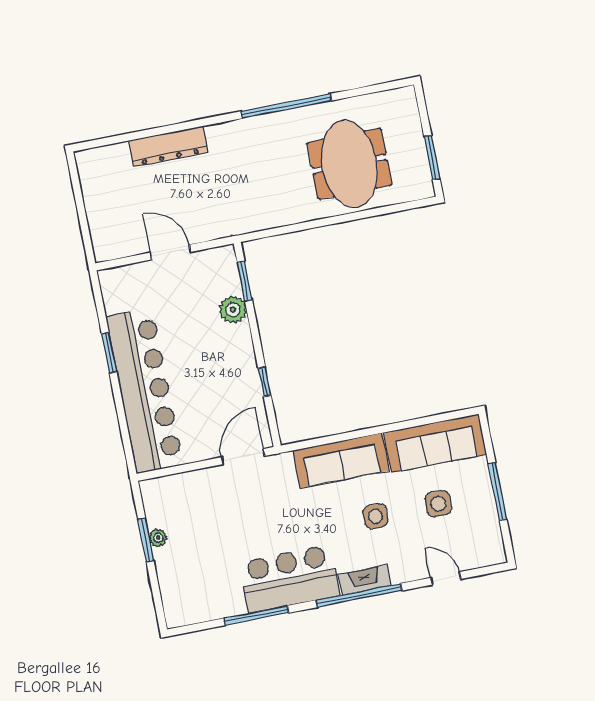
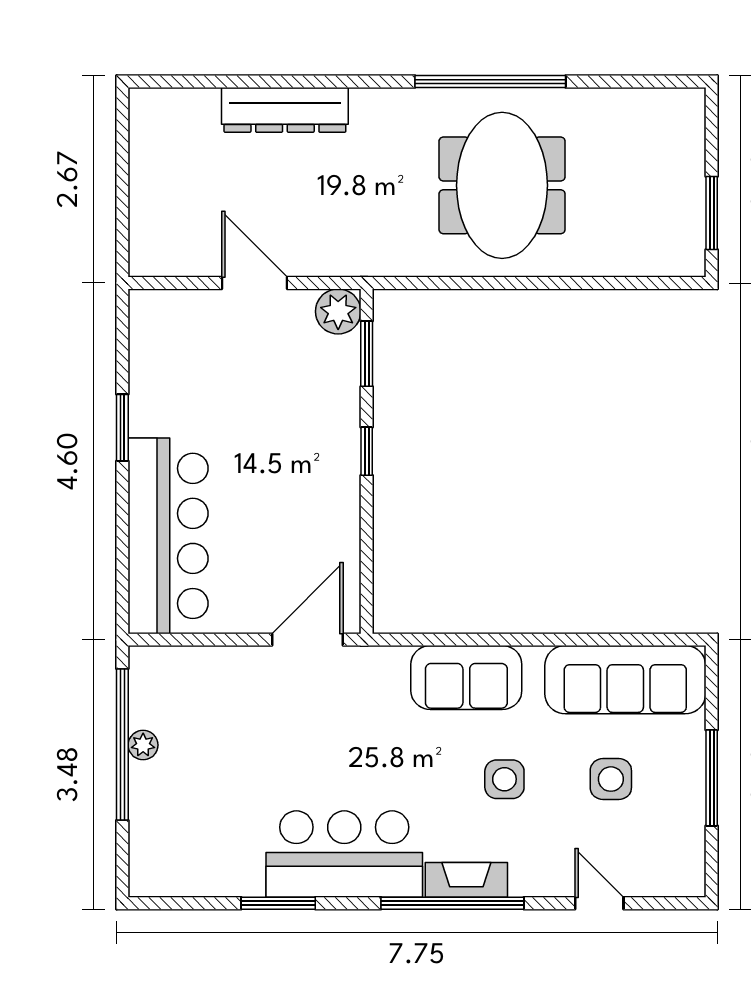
meeting table: (349, 164) -> (502, 185), moved
plant: (233, 310) -> (338, 311), moved
window: (265, 382) -> (367, 451), moved
bar counter: (145, 391) -> (168, 536), width x0.73
sofa: (341, 461) -> (466, 678), width x0.73
window: (146, 540) -> (122, 744), width x2.11
window: (256, 616) -> (278, 903), width x0.69

